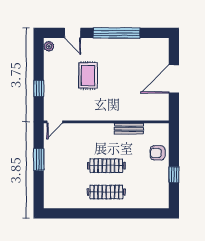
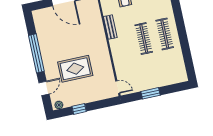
rug: (88, 76) -> (75, 69), width x1.36, depth x1.43
window: (39, 88) -> (79, 109), moved

